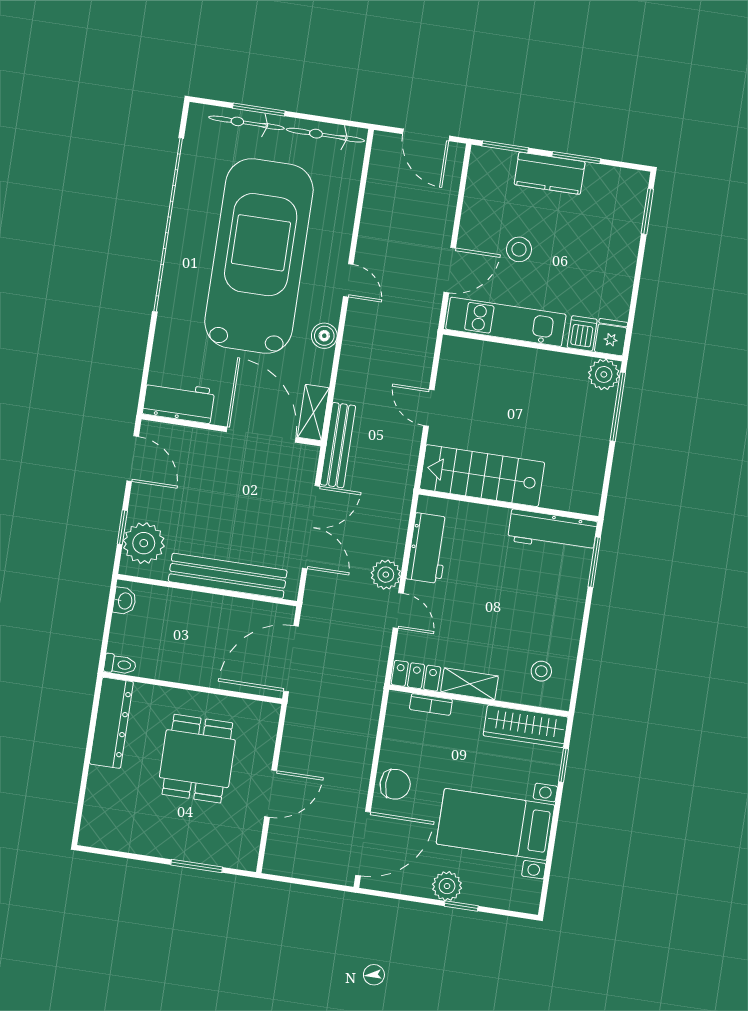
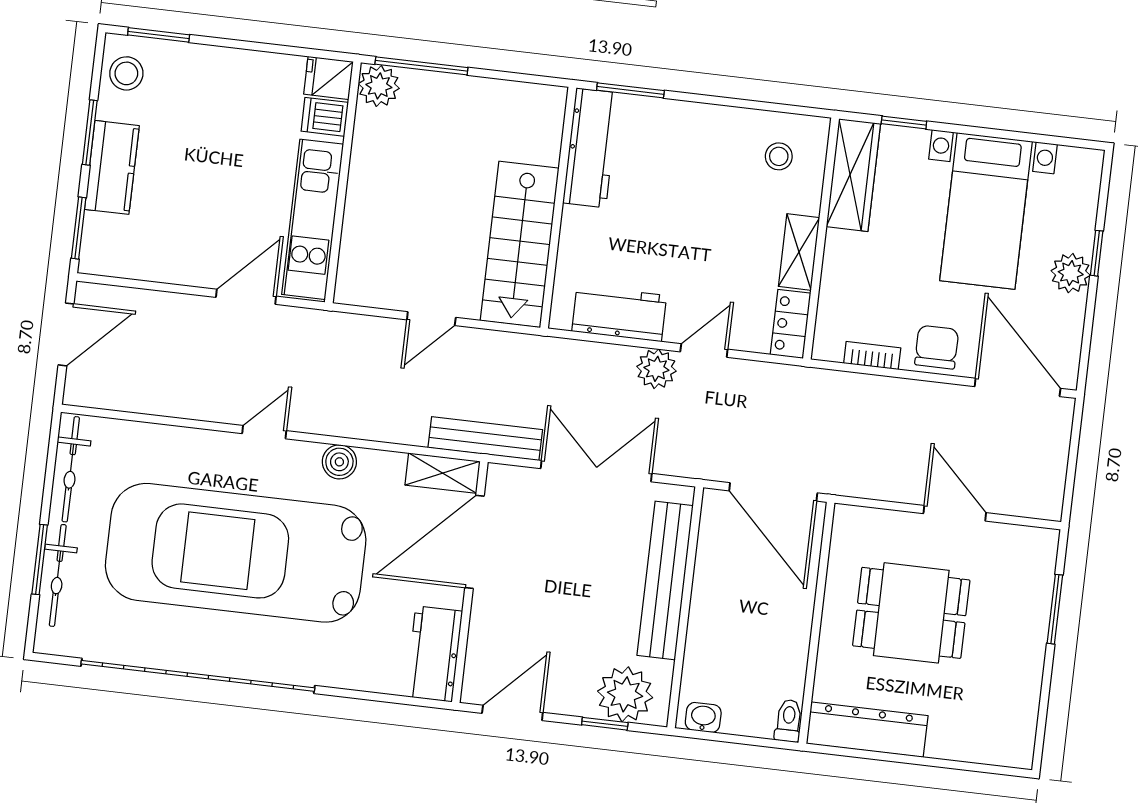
stool: (519, 249) -> (126, 73), moved
door: (450, 270) -> (246, 297), hinge flipped
bookcase: (431, 704) -> (872, 356), moved, turned -90

